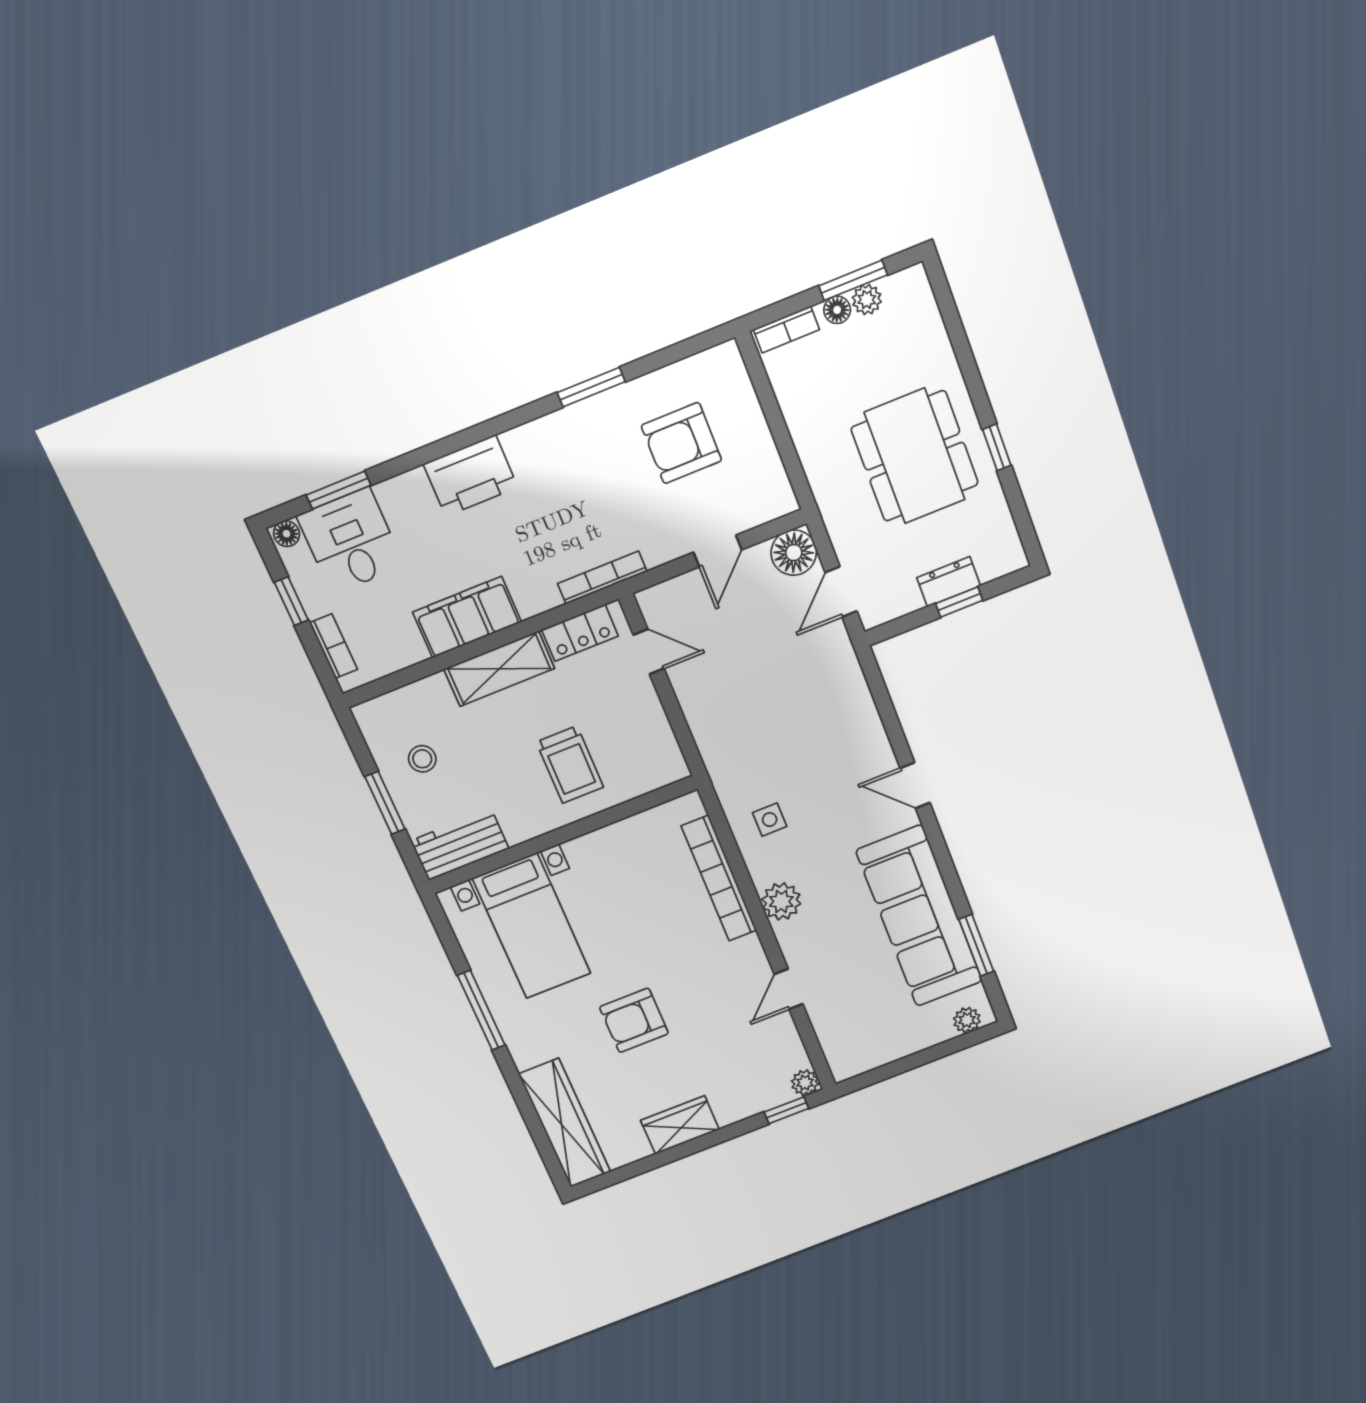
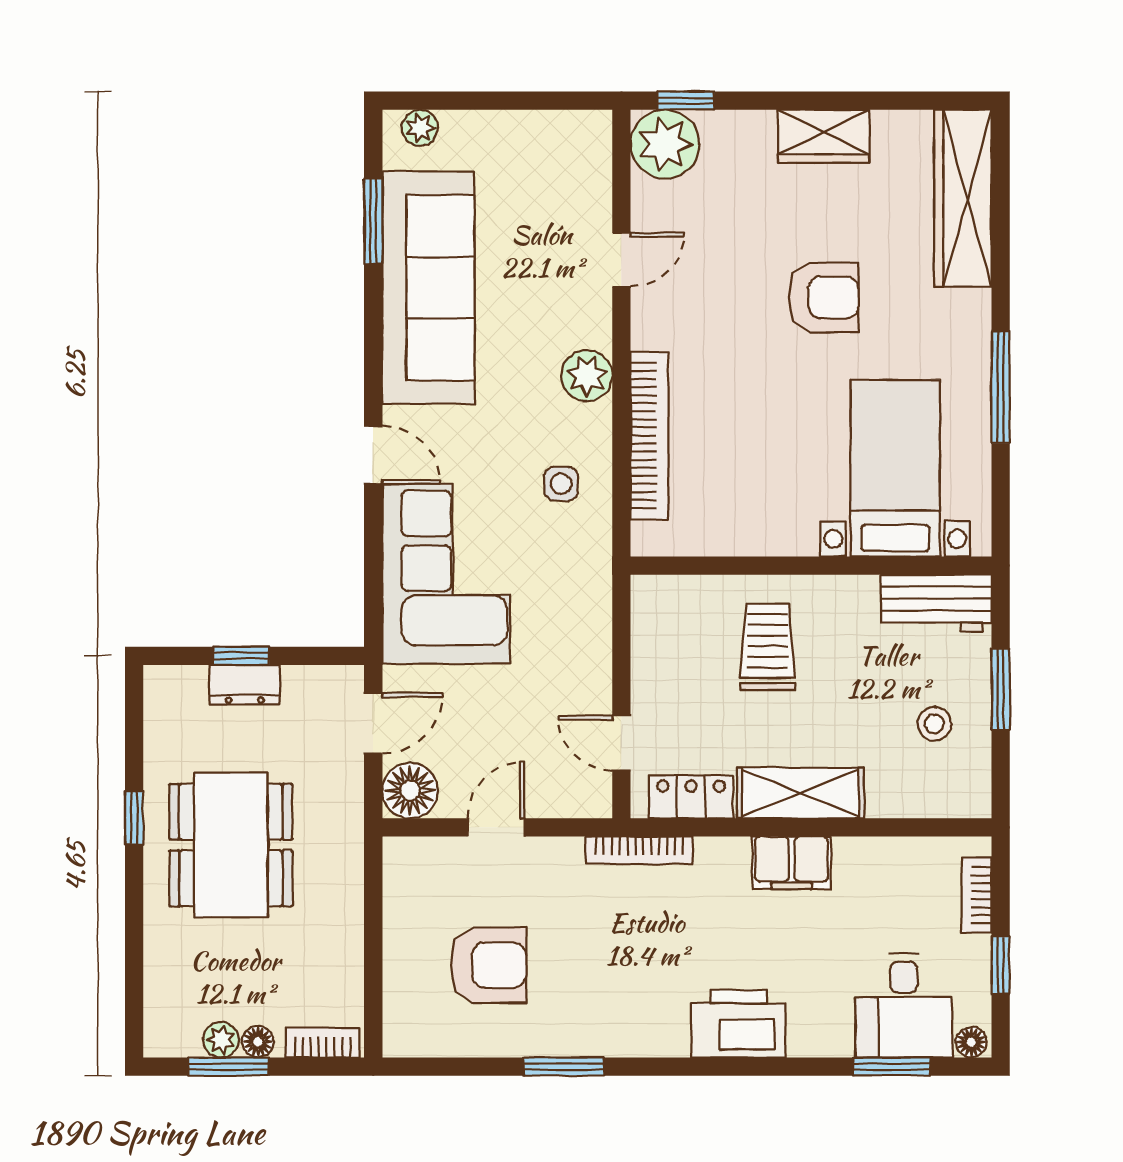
filing cabinet: (467, 617) -> (792, 863), width x0.67, depth x0.86
corner sofa: (829, 723) -> (446, 574), added
plant: (805, 1083) -> (665, 144), width x1.88, depth x1.88

